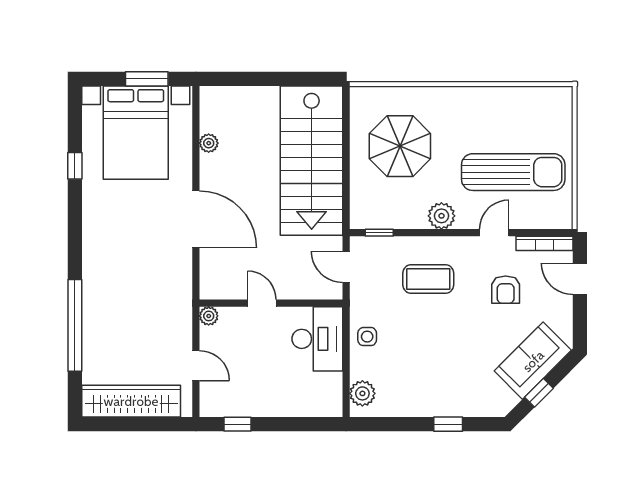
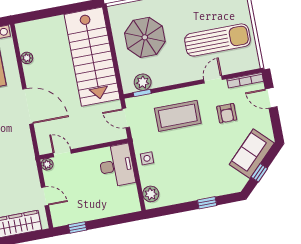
plant: (441, 216) -> (143, 82), moved
coffee table: (428, 279) -> (178, 116), width x1.36, depth x1.32
door: (262, 303) -> (62, 153), moved

